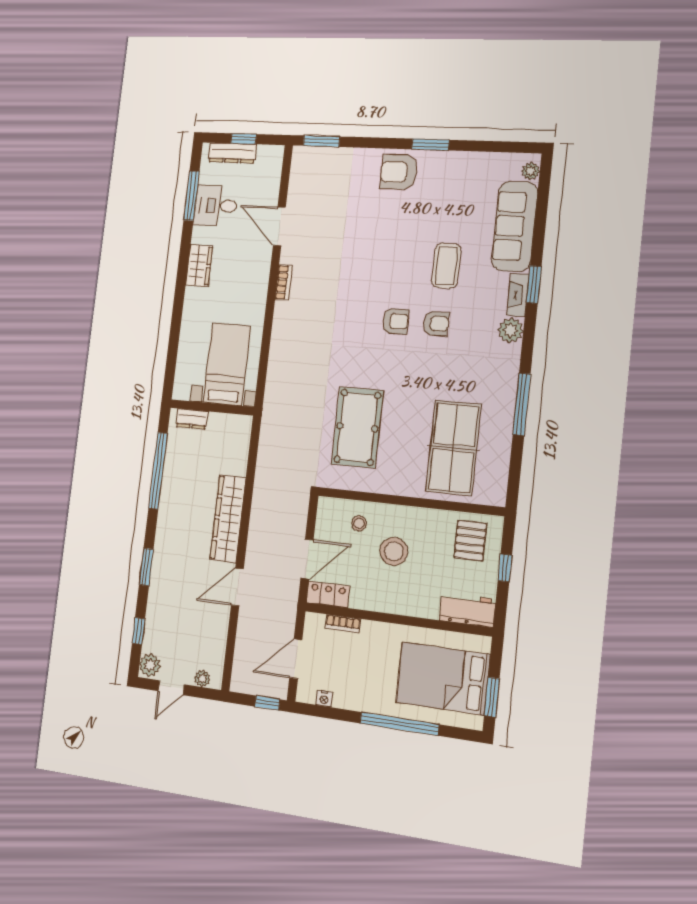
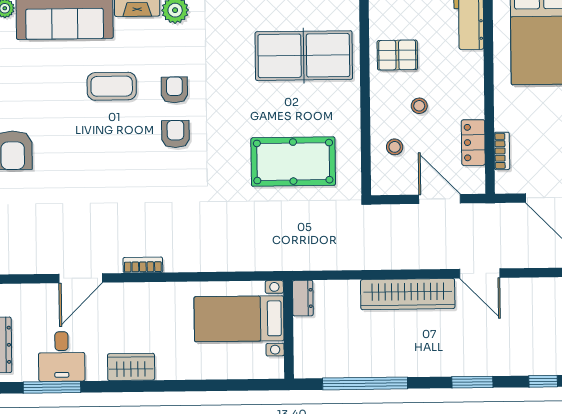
dresser: (192, 419) -> (303, 298), moved
pallet: (470, 541) -> (397, 55), moved
stool: (394, 551) -> (419, 106), width x0.53, depth x0.53
locker: (328, 594) -> (473, 143), moved

